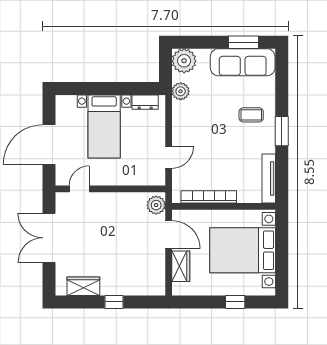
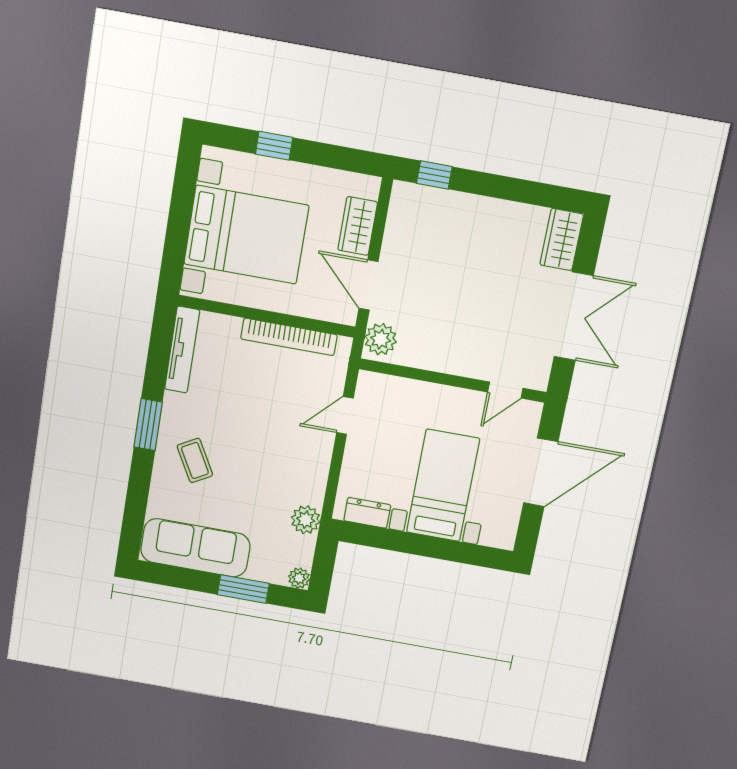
window: (244, 42) -> (243, 589), moved
plant: (184, 61) -> (299, 578), width x0.53, depth x0.53
coffee table: (251, 115) -> (195, 460), turned 61
wardrobe: (83, 286) -> (562, 240), moved, turned 90
window: (114, 302) -> (434, 175), moved

